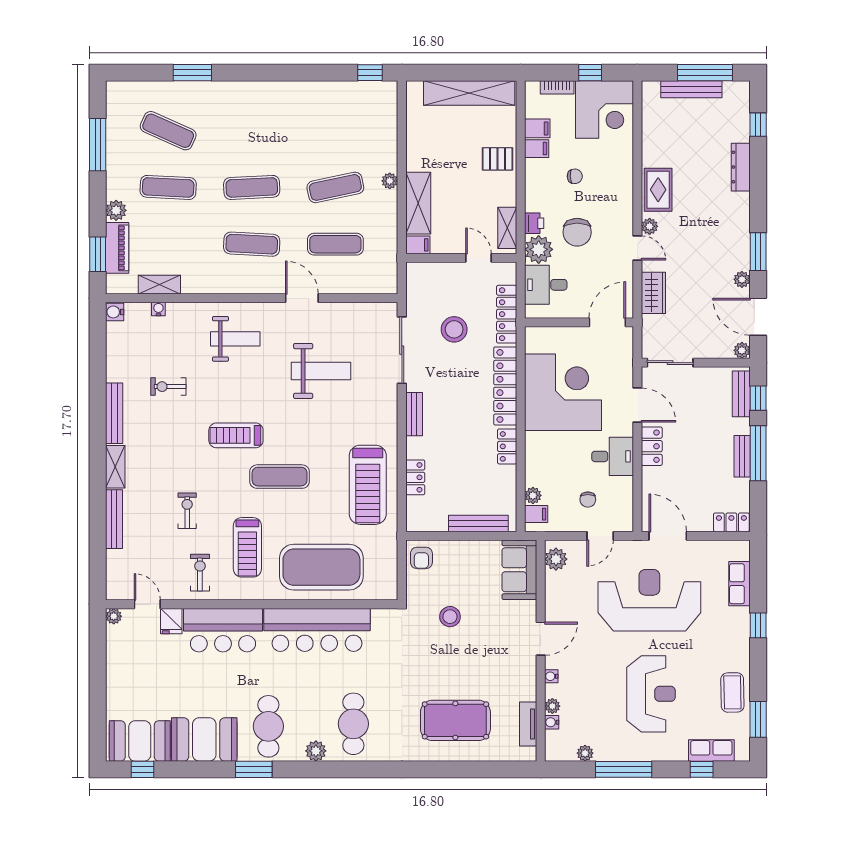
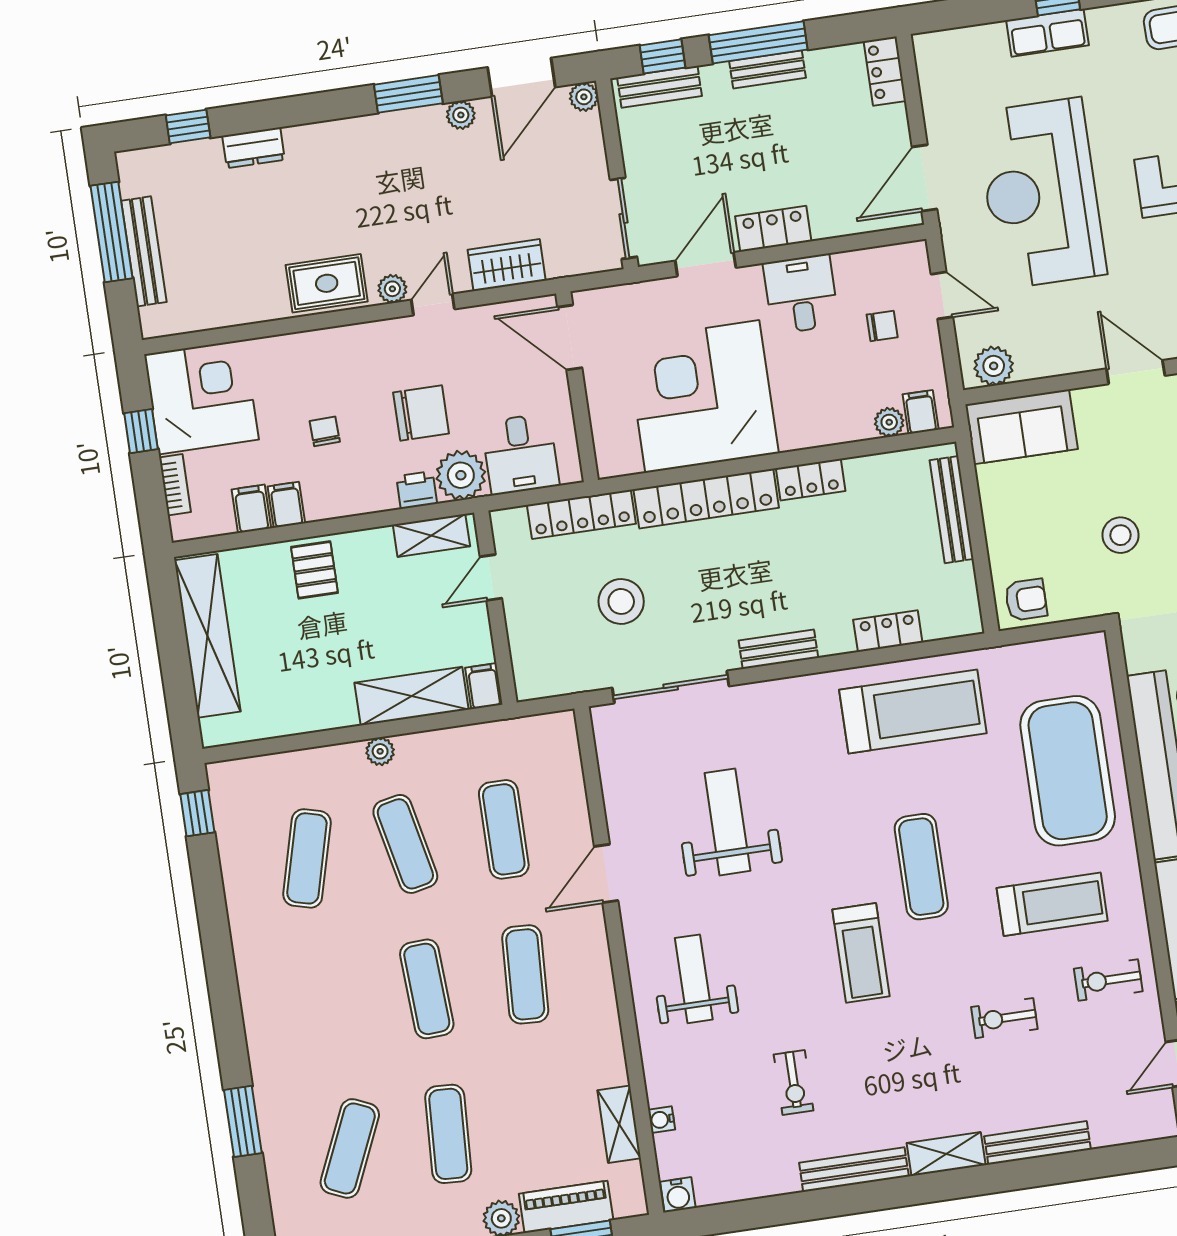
exercise mat: (335, 131) -> (307, 858), added
dresser: (741, 167) -> (253, 148), width x0.70
row of seats: (739, 584) -> (1048, 33), moved

